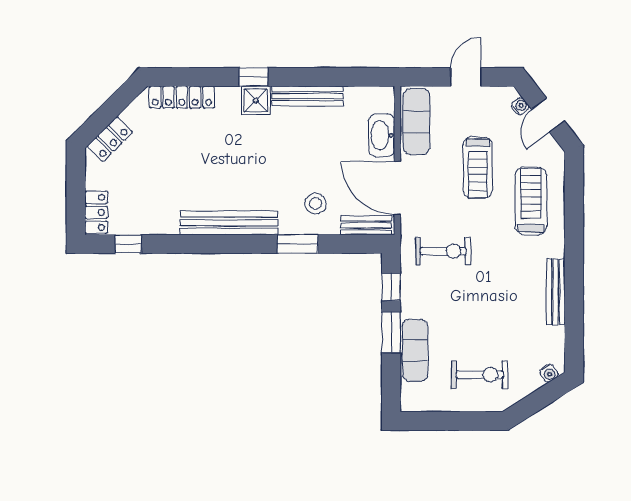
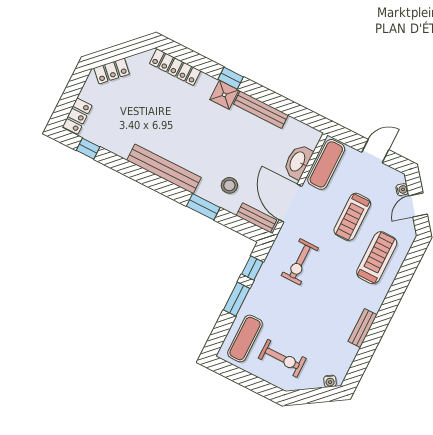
exercise bike: (443, 251) -> (300, 262), turned 90
bench: (556, 292) -> (362, 328), width x0.73
exercise mat: (415, 350) -> (245, 338), moved

